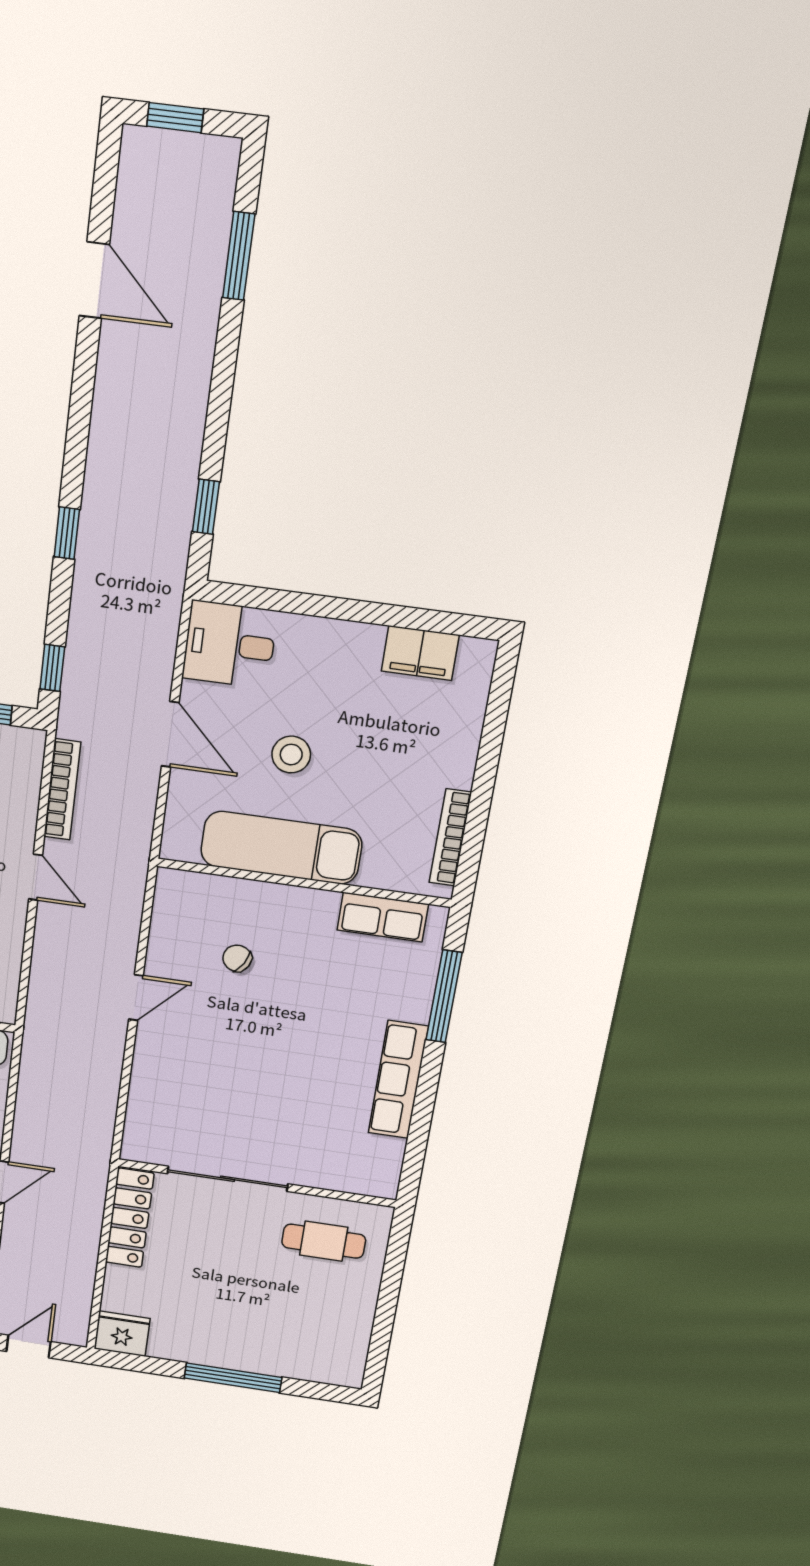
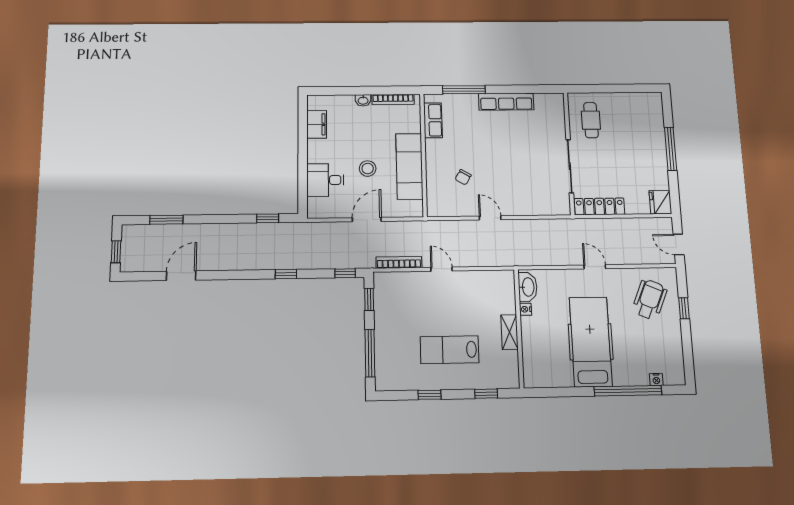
desk: (230, 644) -> (325, 180), moved, turned 90
washbasin: (461, 769) -> (363, 100), added
door: (35, 877) -> (442, 269), hinge flipped

